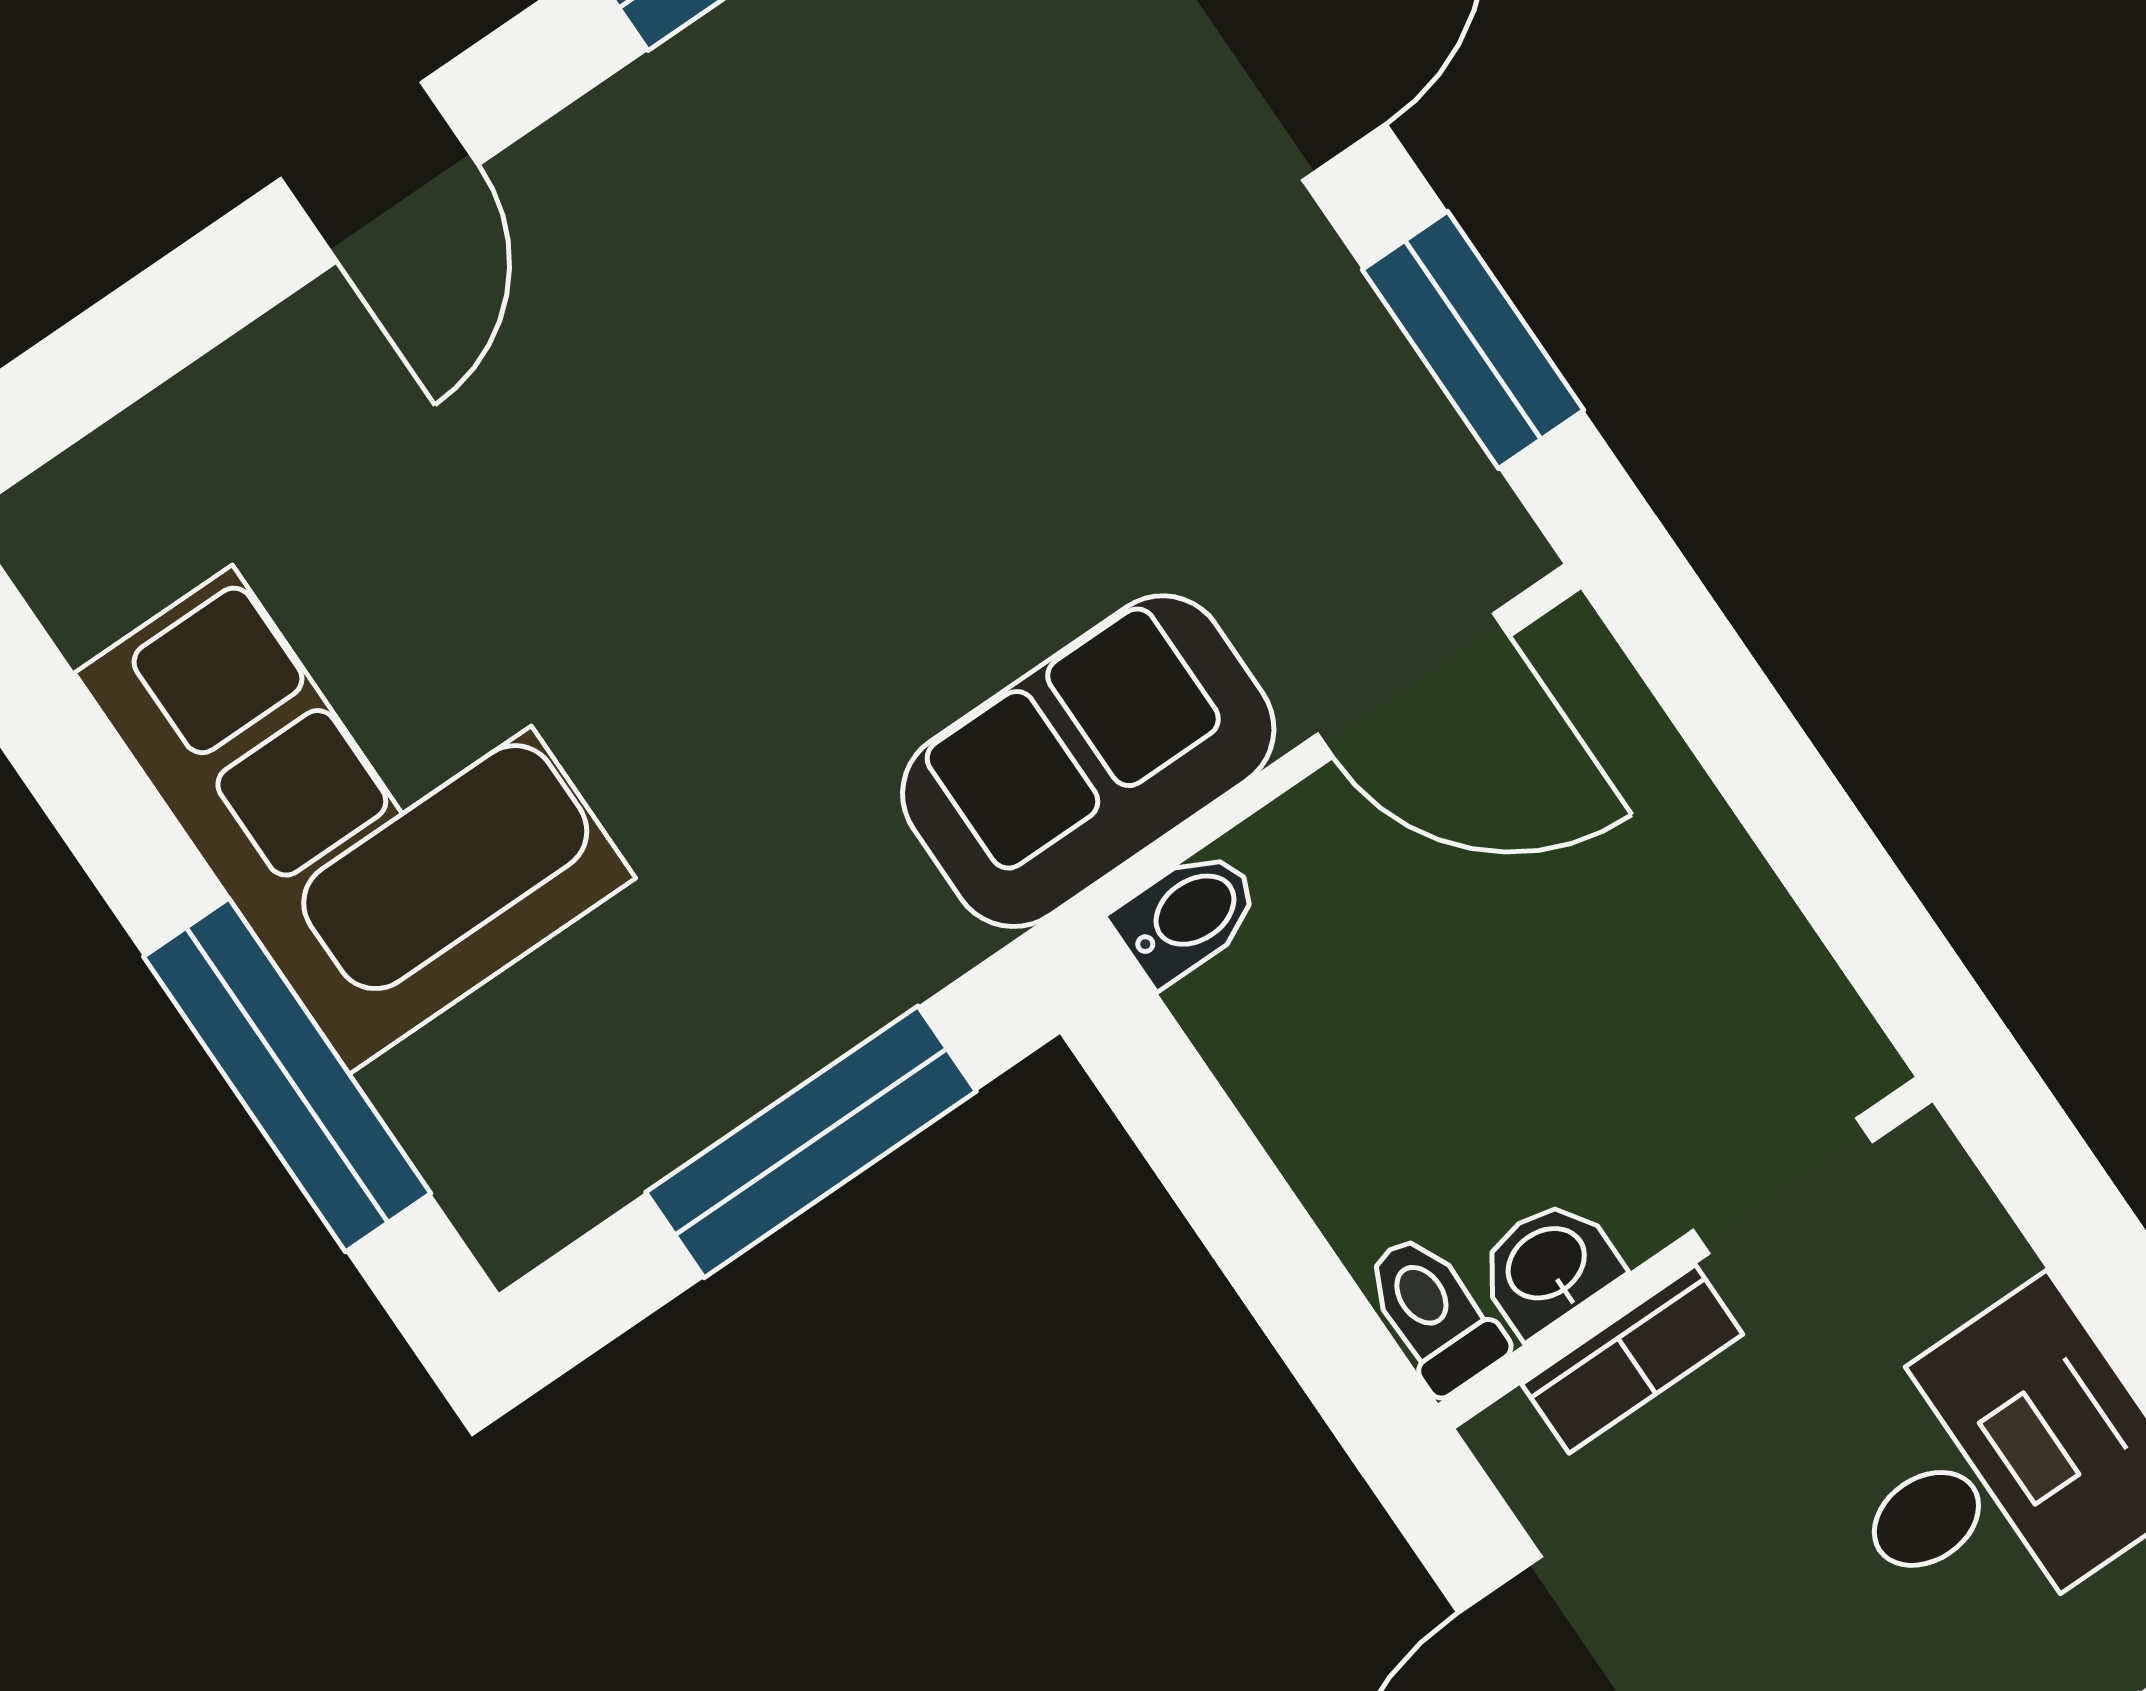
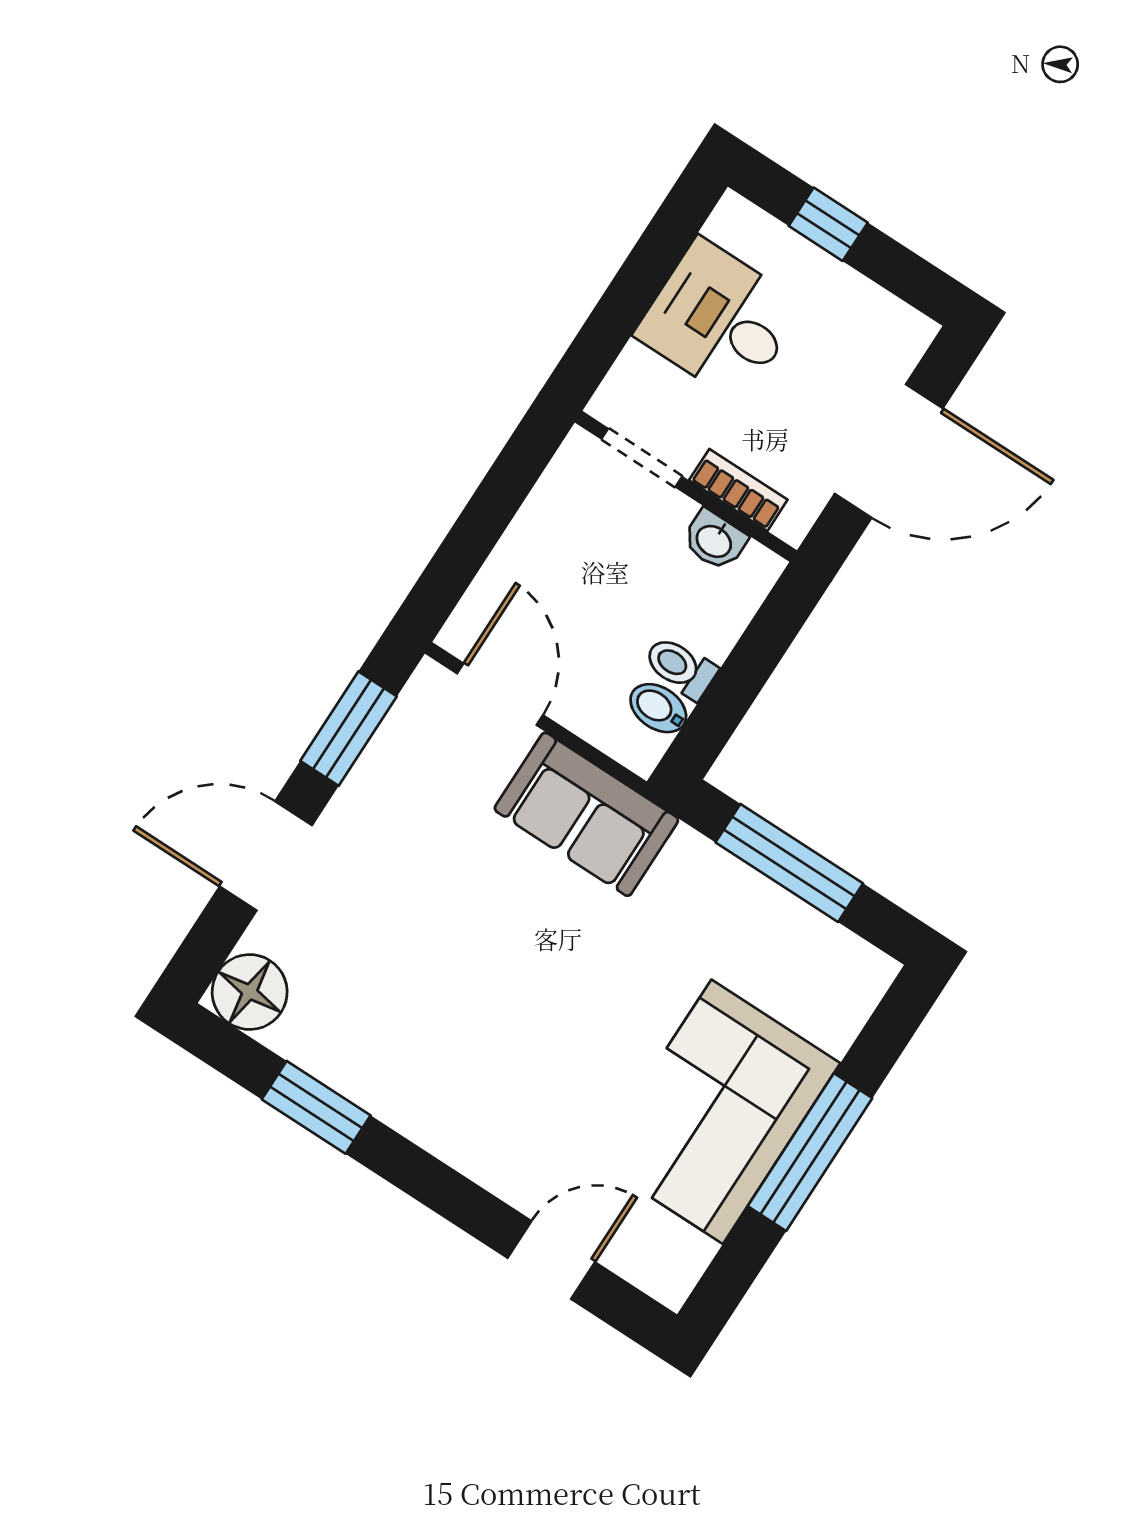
door: (379, 172) -> (551, 1260), moved
bidet: (1187, 916) -> (658, 708), moved
window: (287, 1075) -> (810, 1152), moved
toilet: (1434, 1313) -> (680, 667), moved, turned 90

